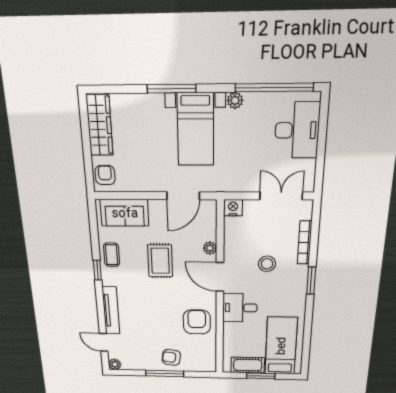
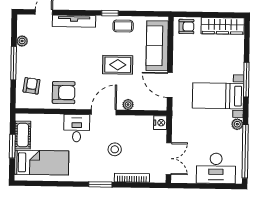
sofa: (125, 213) -> (157, 46), width x1.36
armchair: (171, 357) -> (32, 86), moved
plant: (115, 364) -> (22, 41), moved

